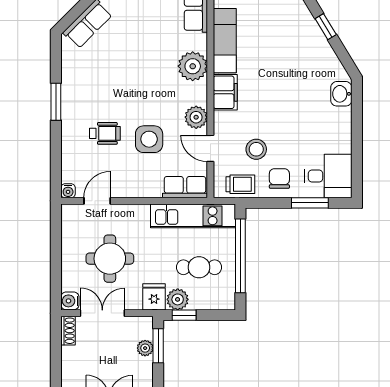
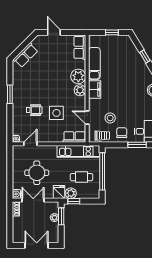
plant: (196, 117) -> (80, 90), moved

